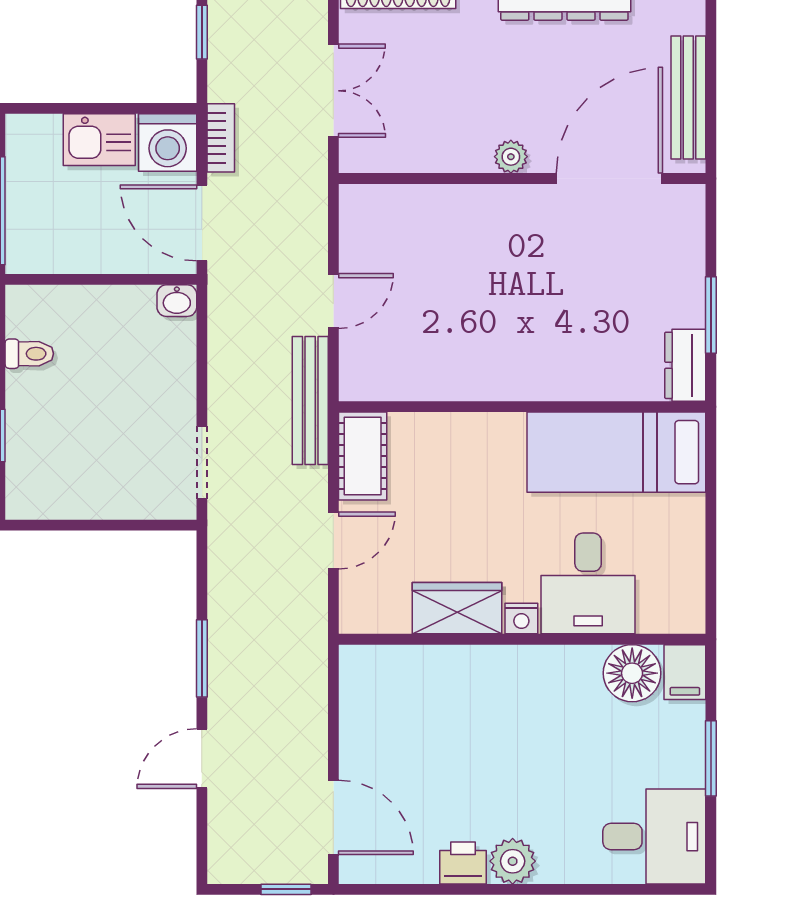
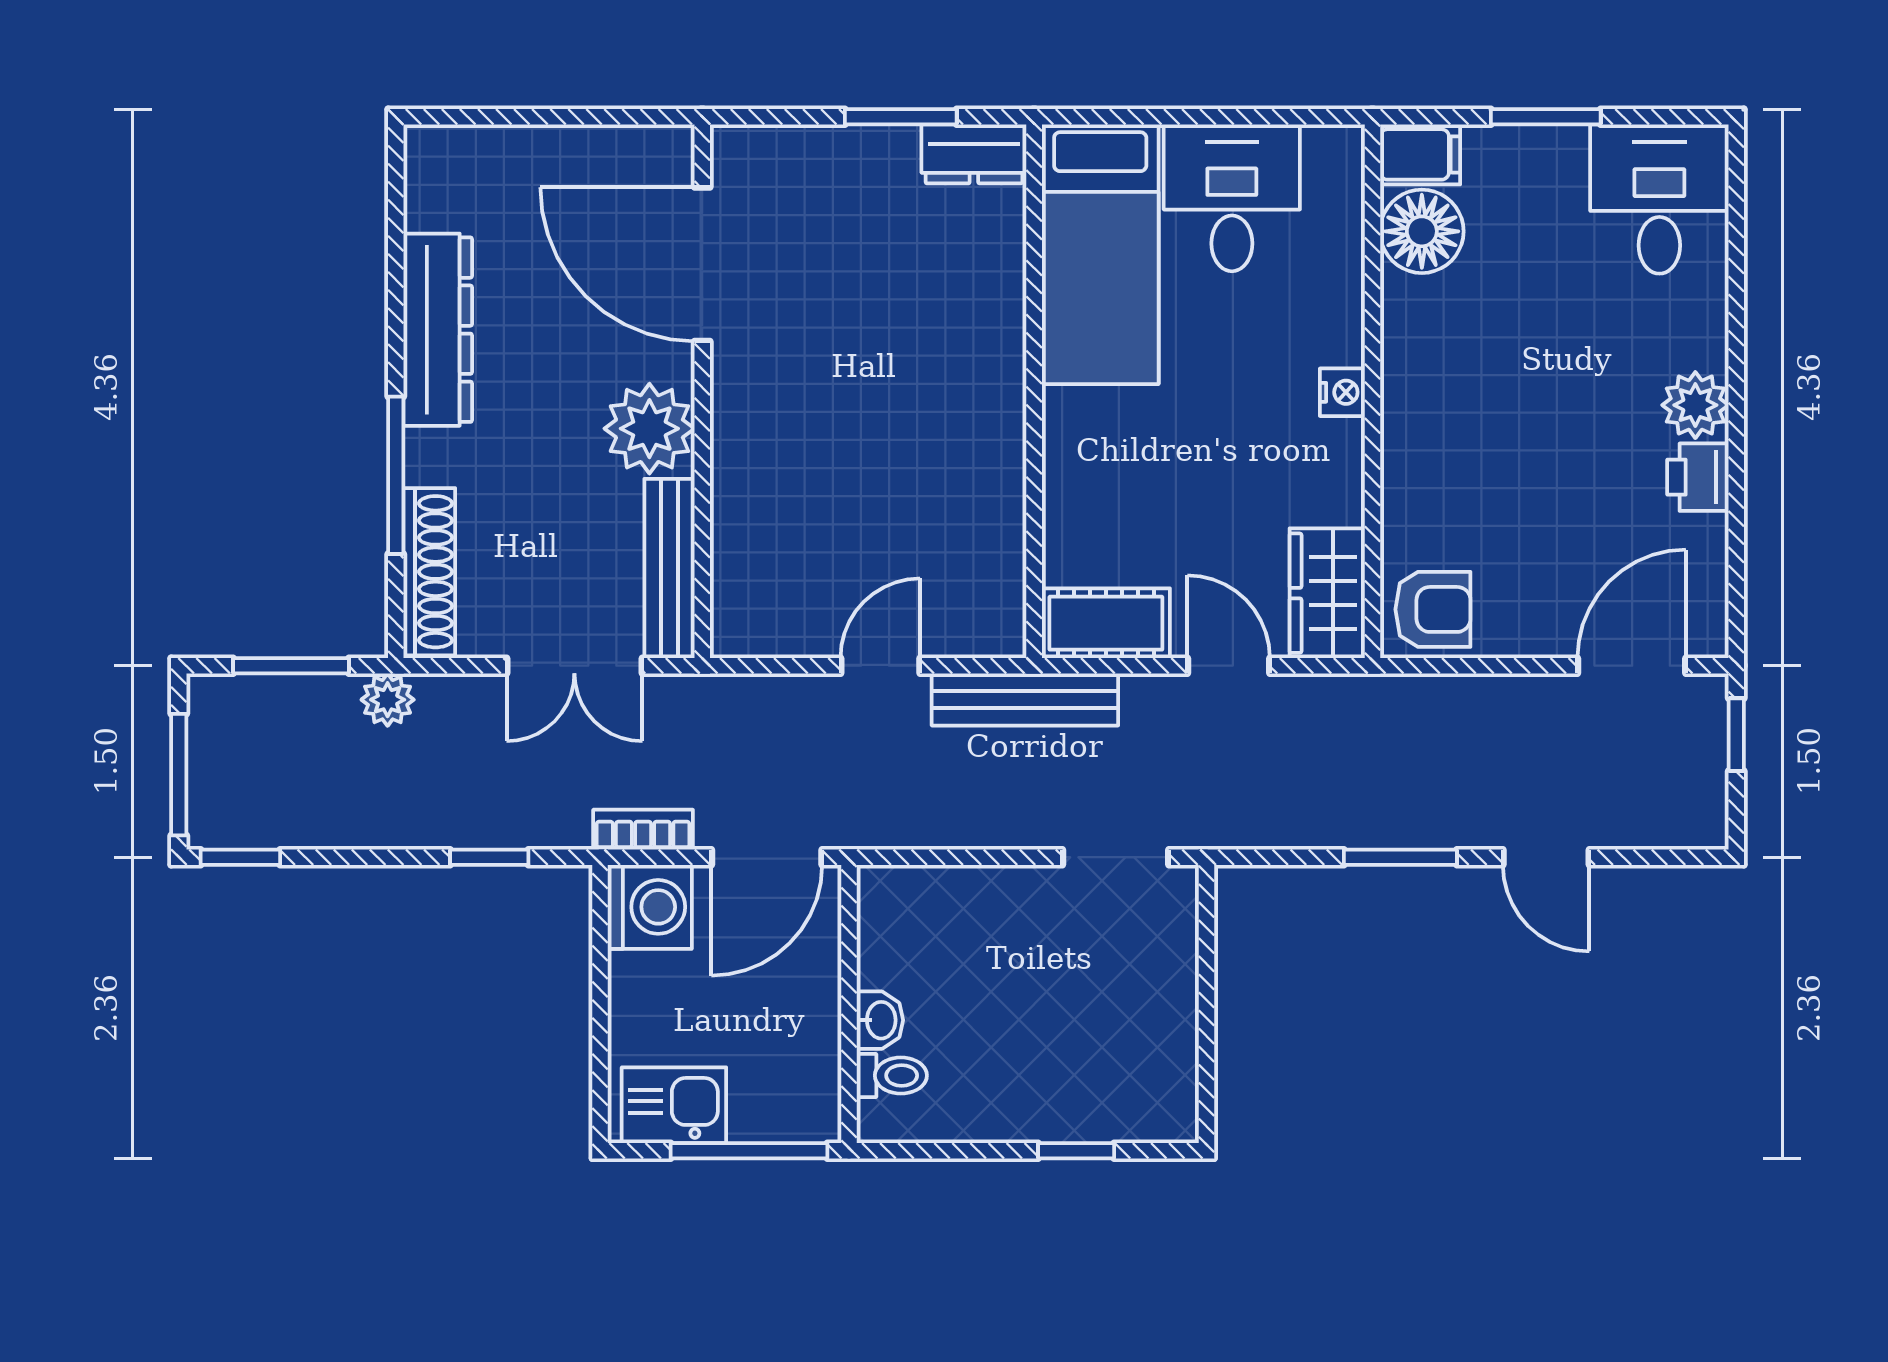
double door: (333, 91) -> (574, 666), swing flipped
bench: (688, 97) -> (669, 568), moved, turned 90
kitchen sink: (99, 140) -> (674, 1105), moved, turned -90
plant: (511, 157) -> (649, 429), width x1.87, depth x1.87
washbasin: (177, 301) -> (880, 1020), moved
door: (333, 301) -> (880, 666), hinge flipped
toilet: (29, 354) -> (892, 1075), moved, turned 90
desk: (588, 583) -> (1232, 198), moved, turned -90
wardrobe: (457, 608) -> (1327, 593), moved
armchair: (372, 681) -> (1433, 609), added

